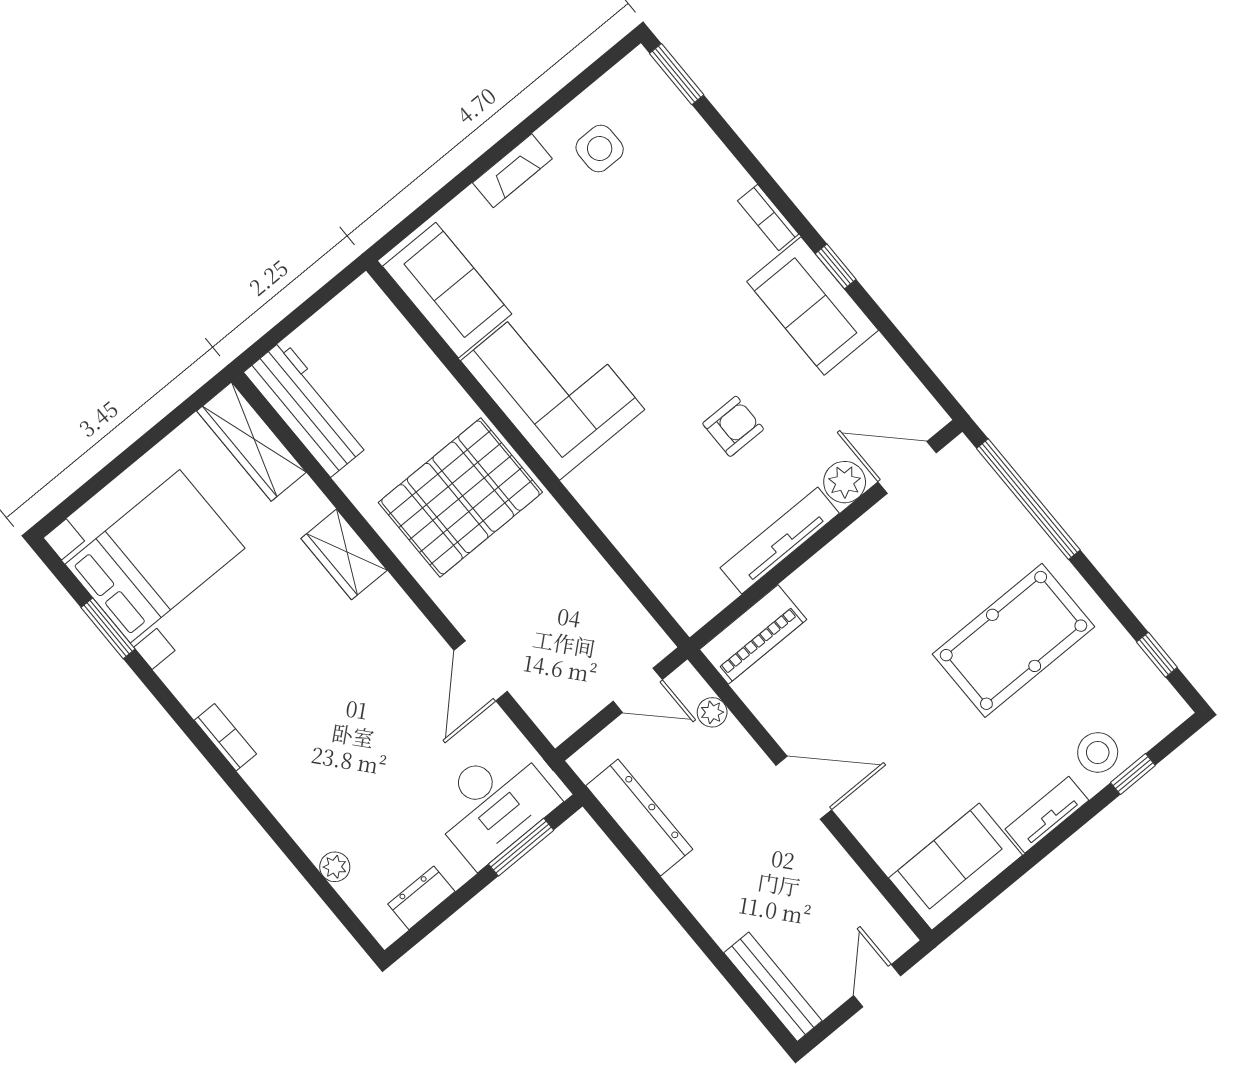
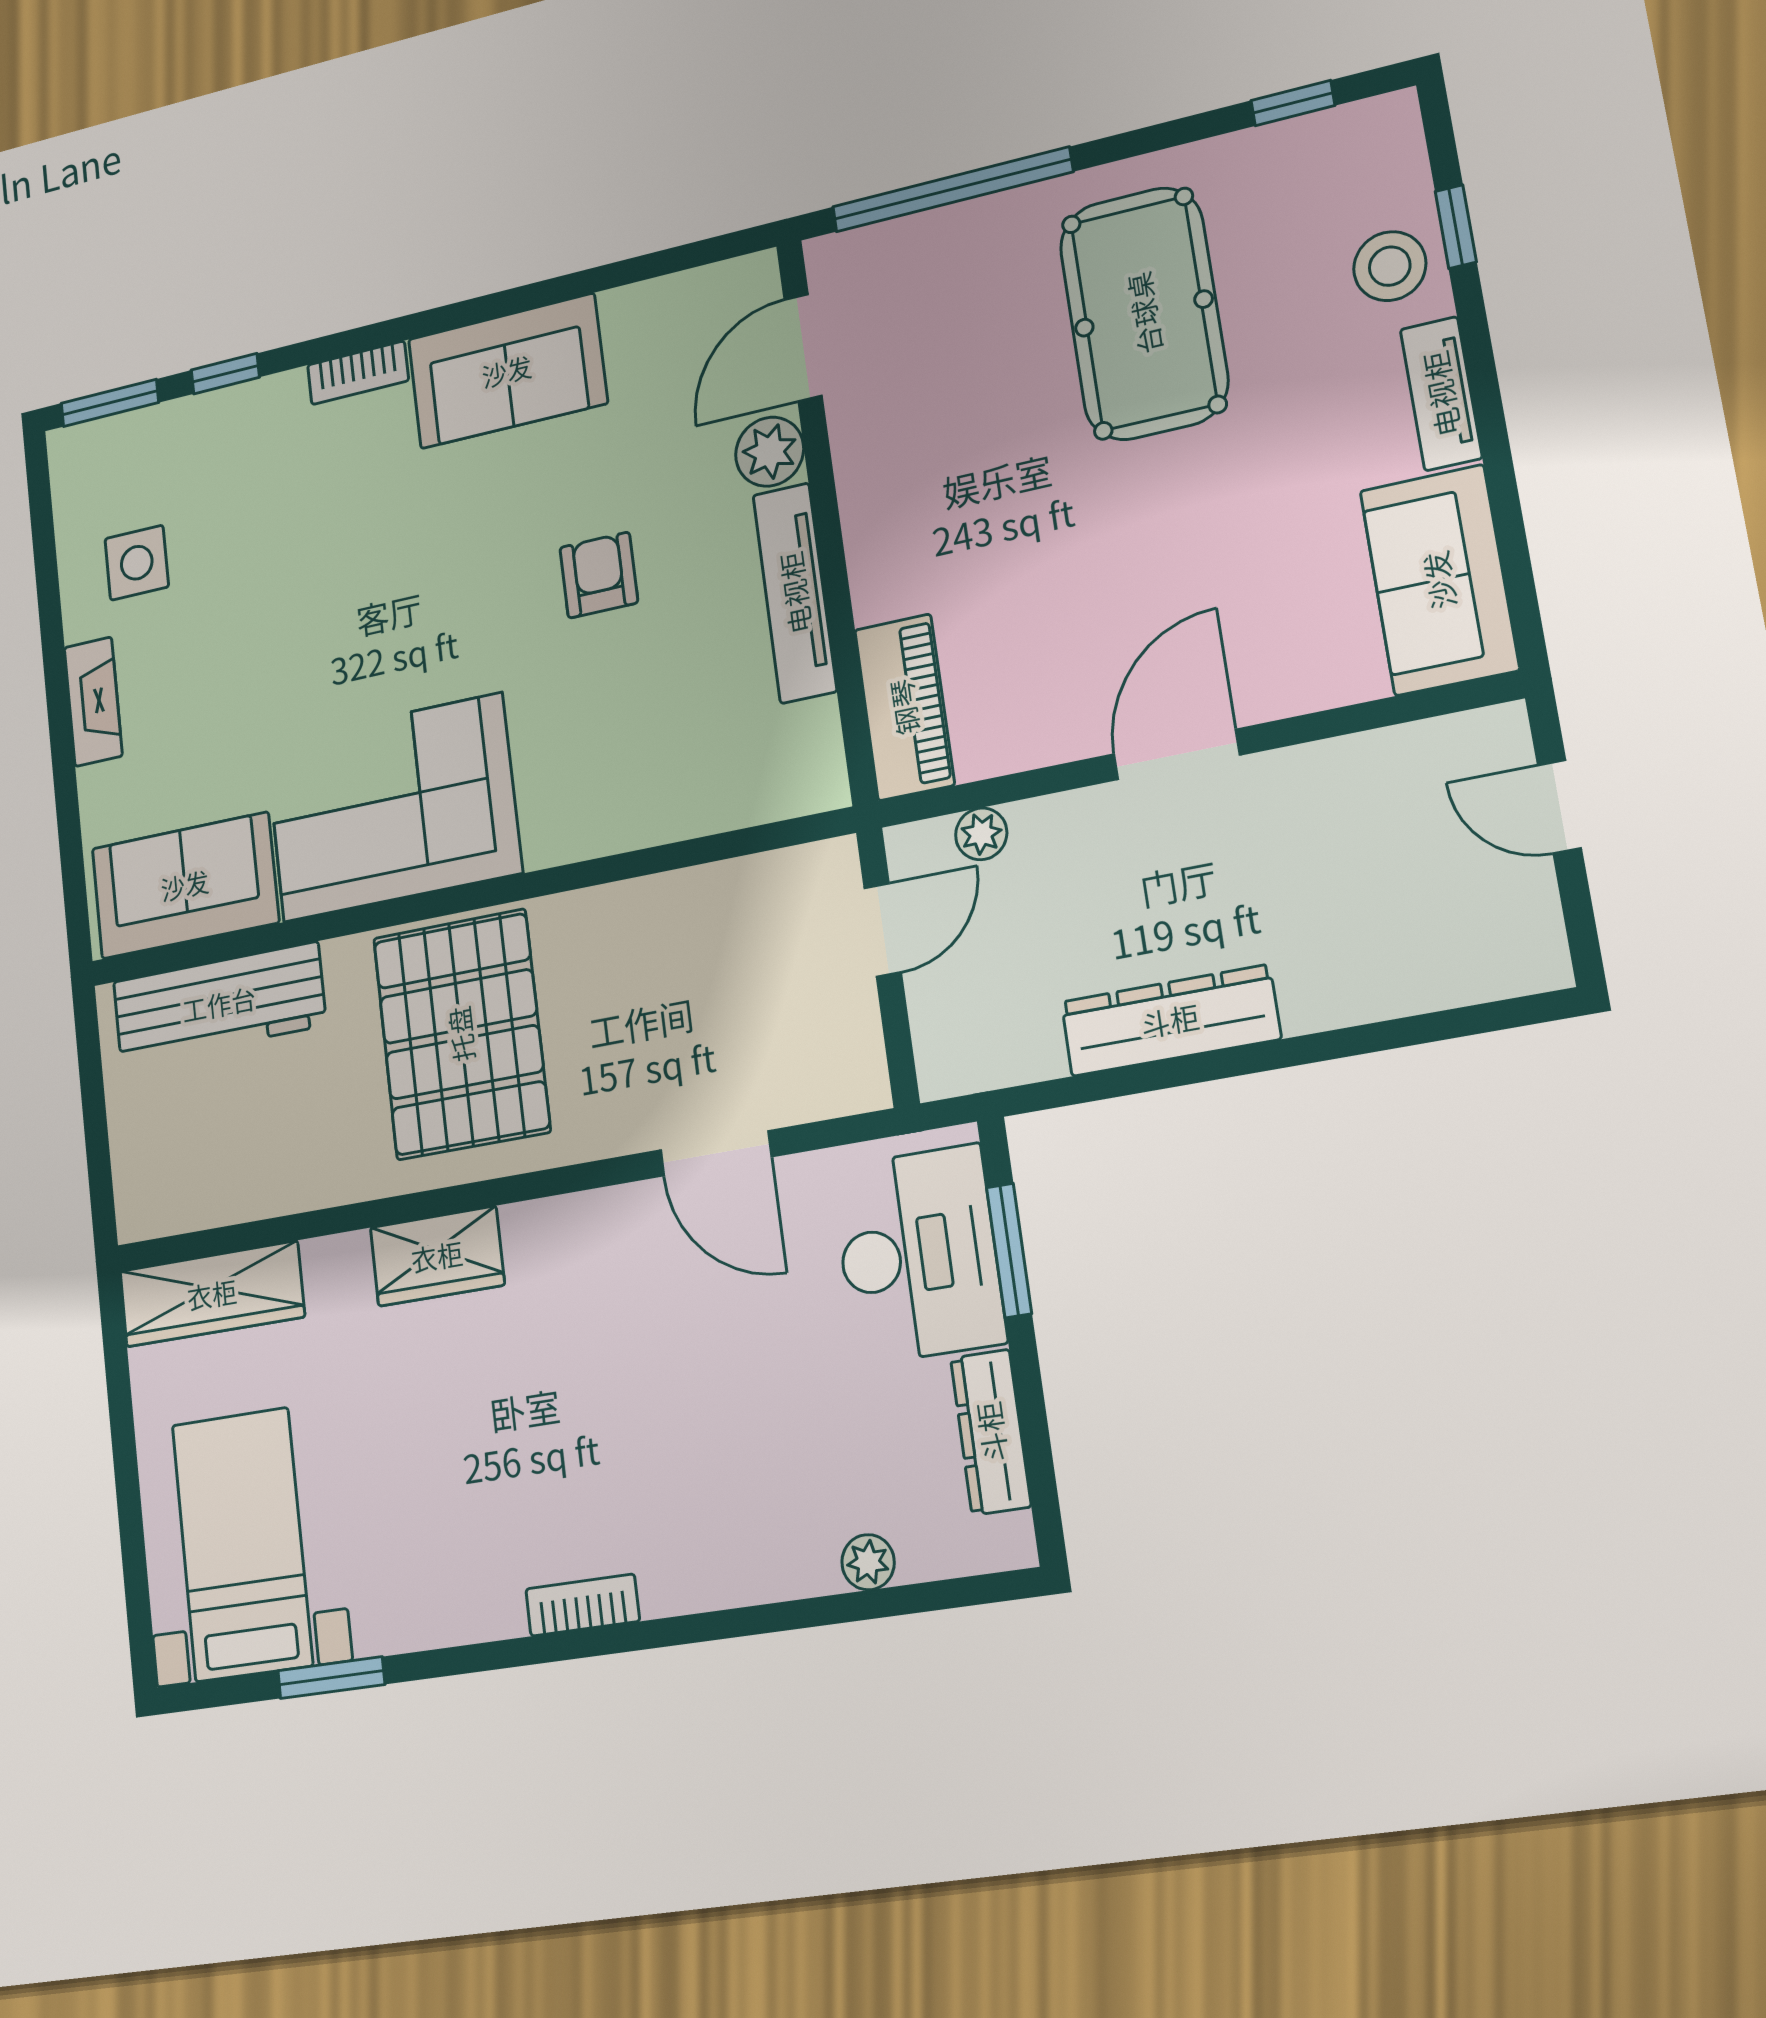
window: (836, 266) -> (225, 374), moved
workbench: (307, 408) -> (219, 1004), moved, turned 180
bed with nightstands: (155, 556) -> (242, 1544), width x0.73
dresser: (639, 817) -> (1170, 1020), moved
dresser: (421, 898) -> (991, 1432), width x1.44
bench: (773, 987) -> (1463, 977), removed

